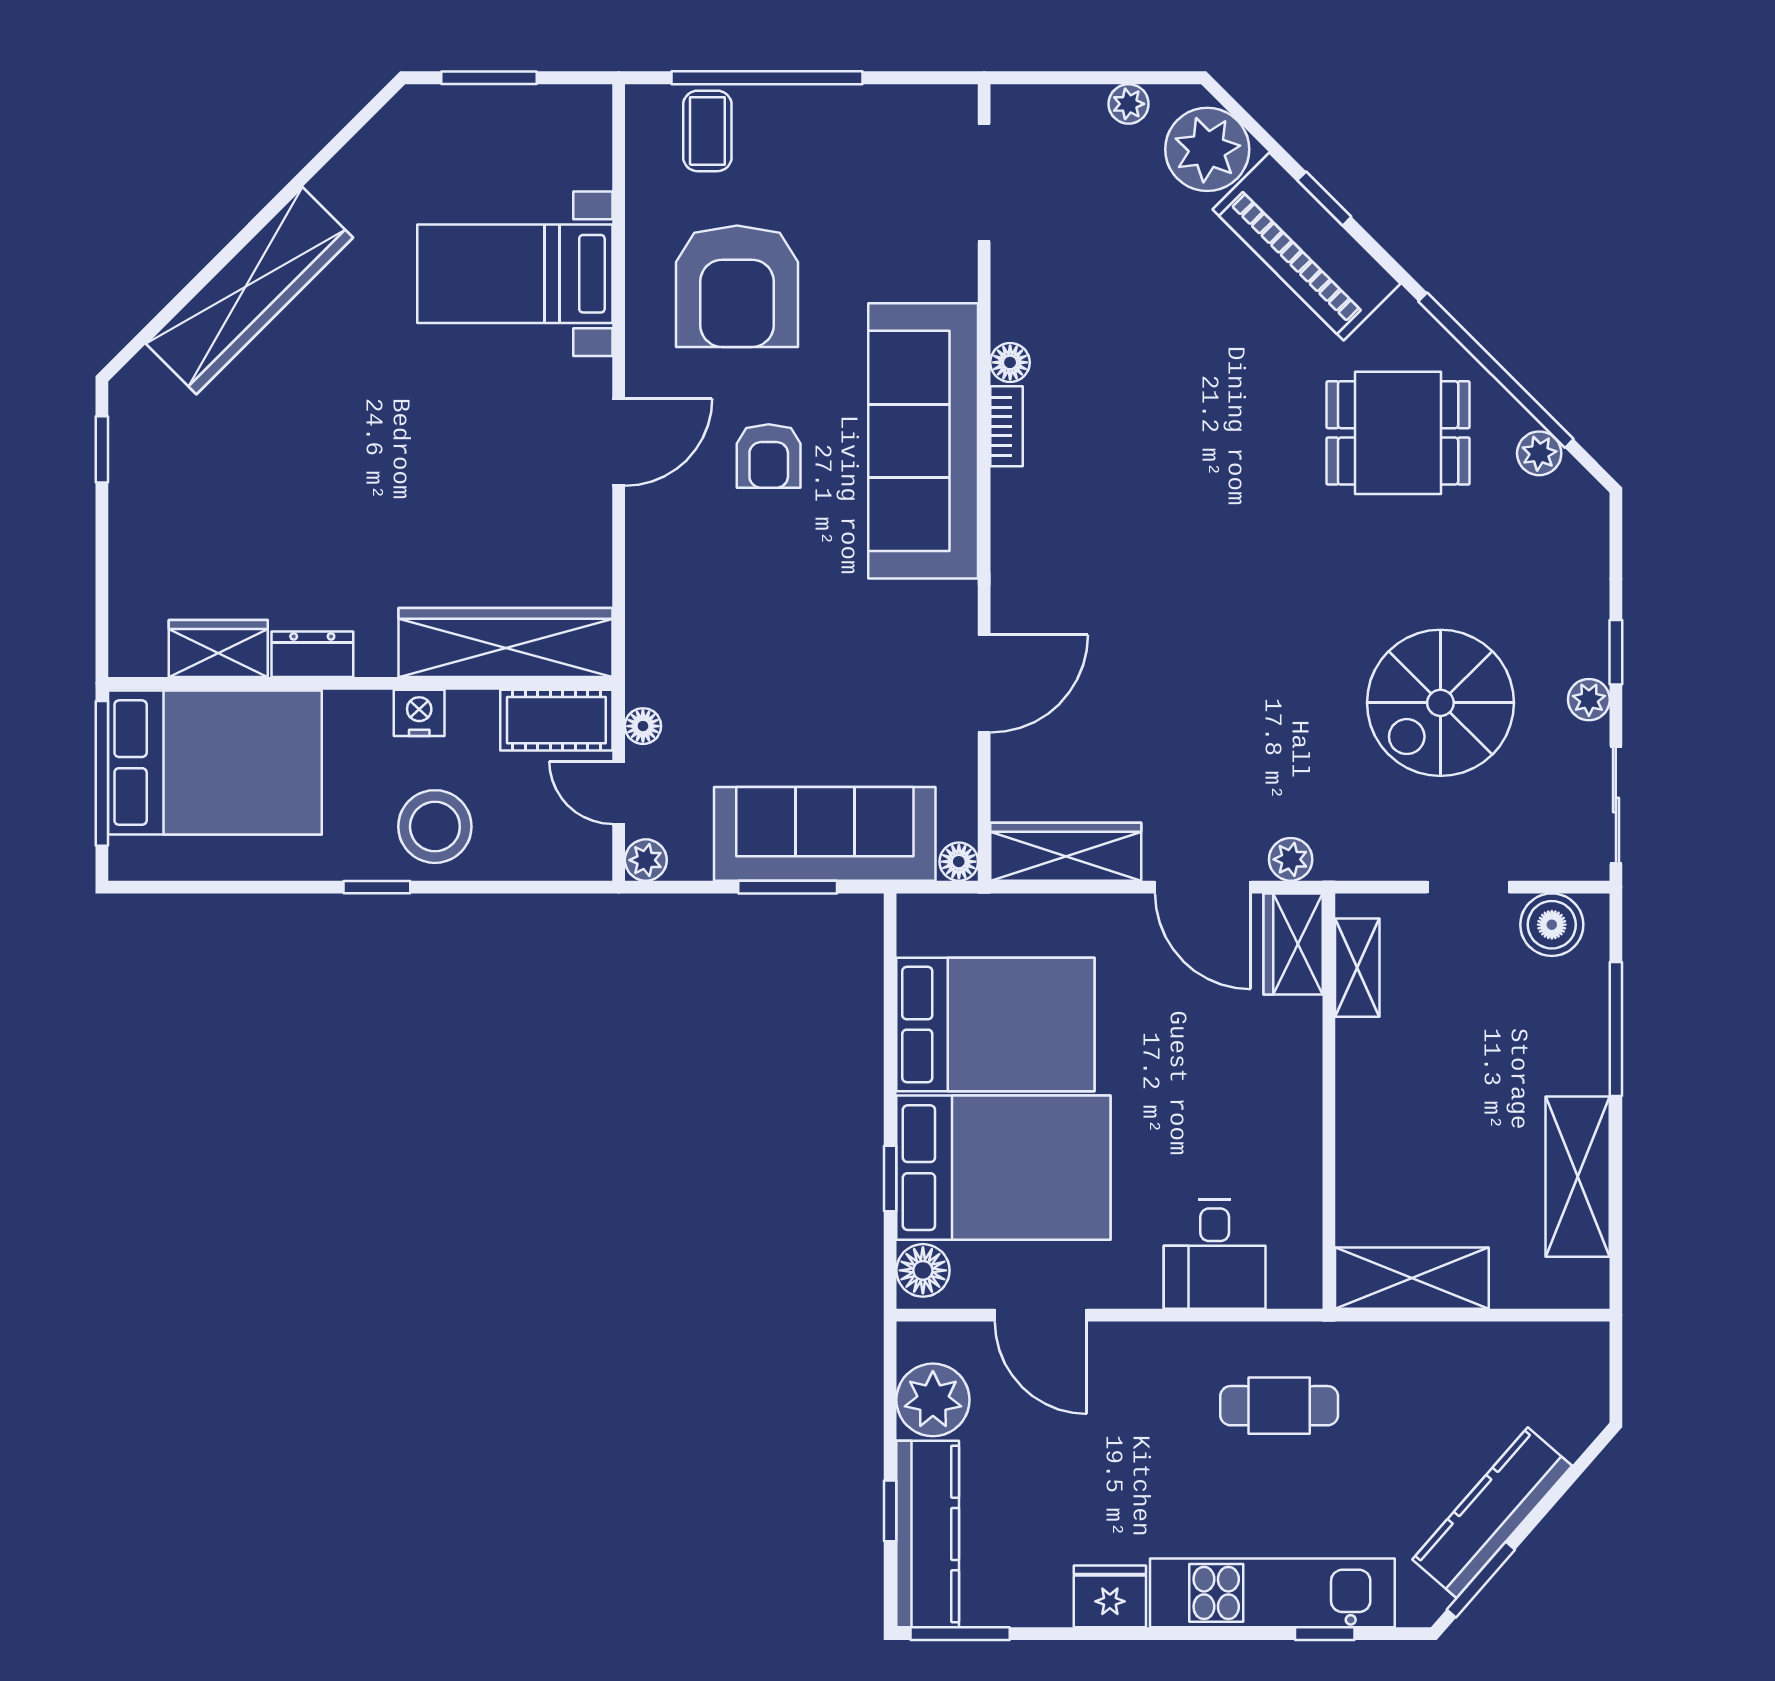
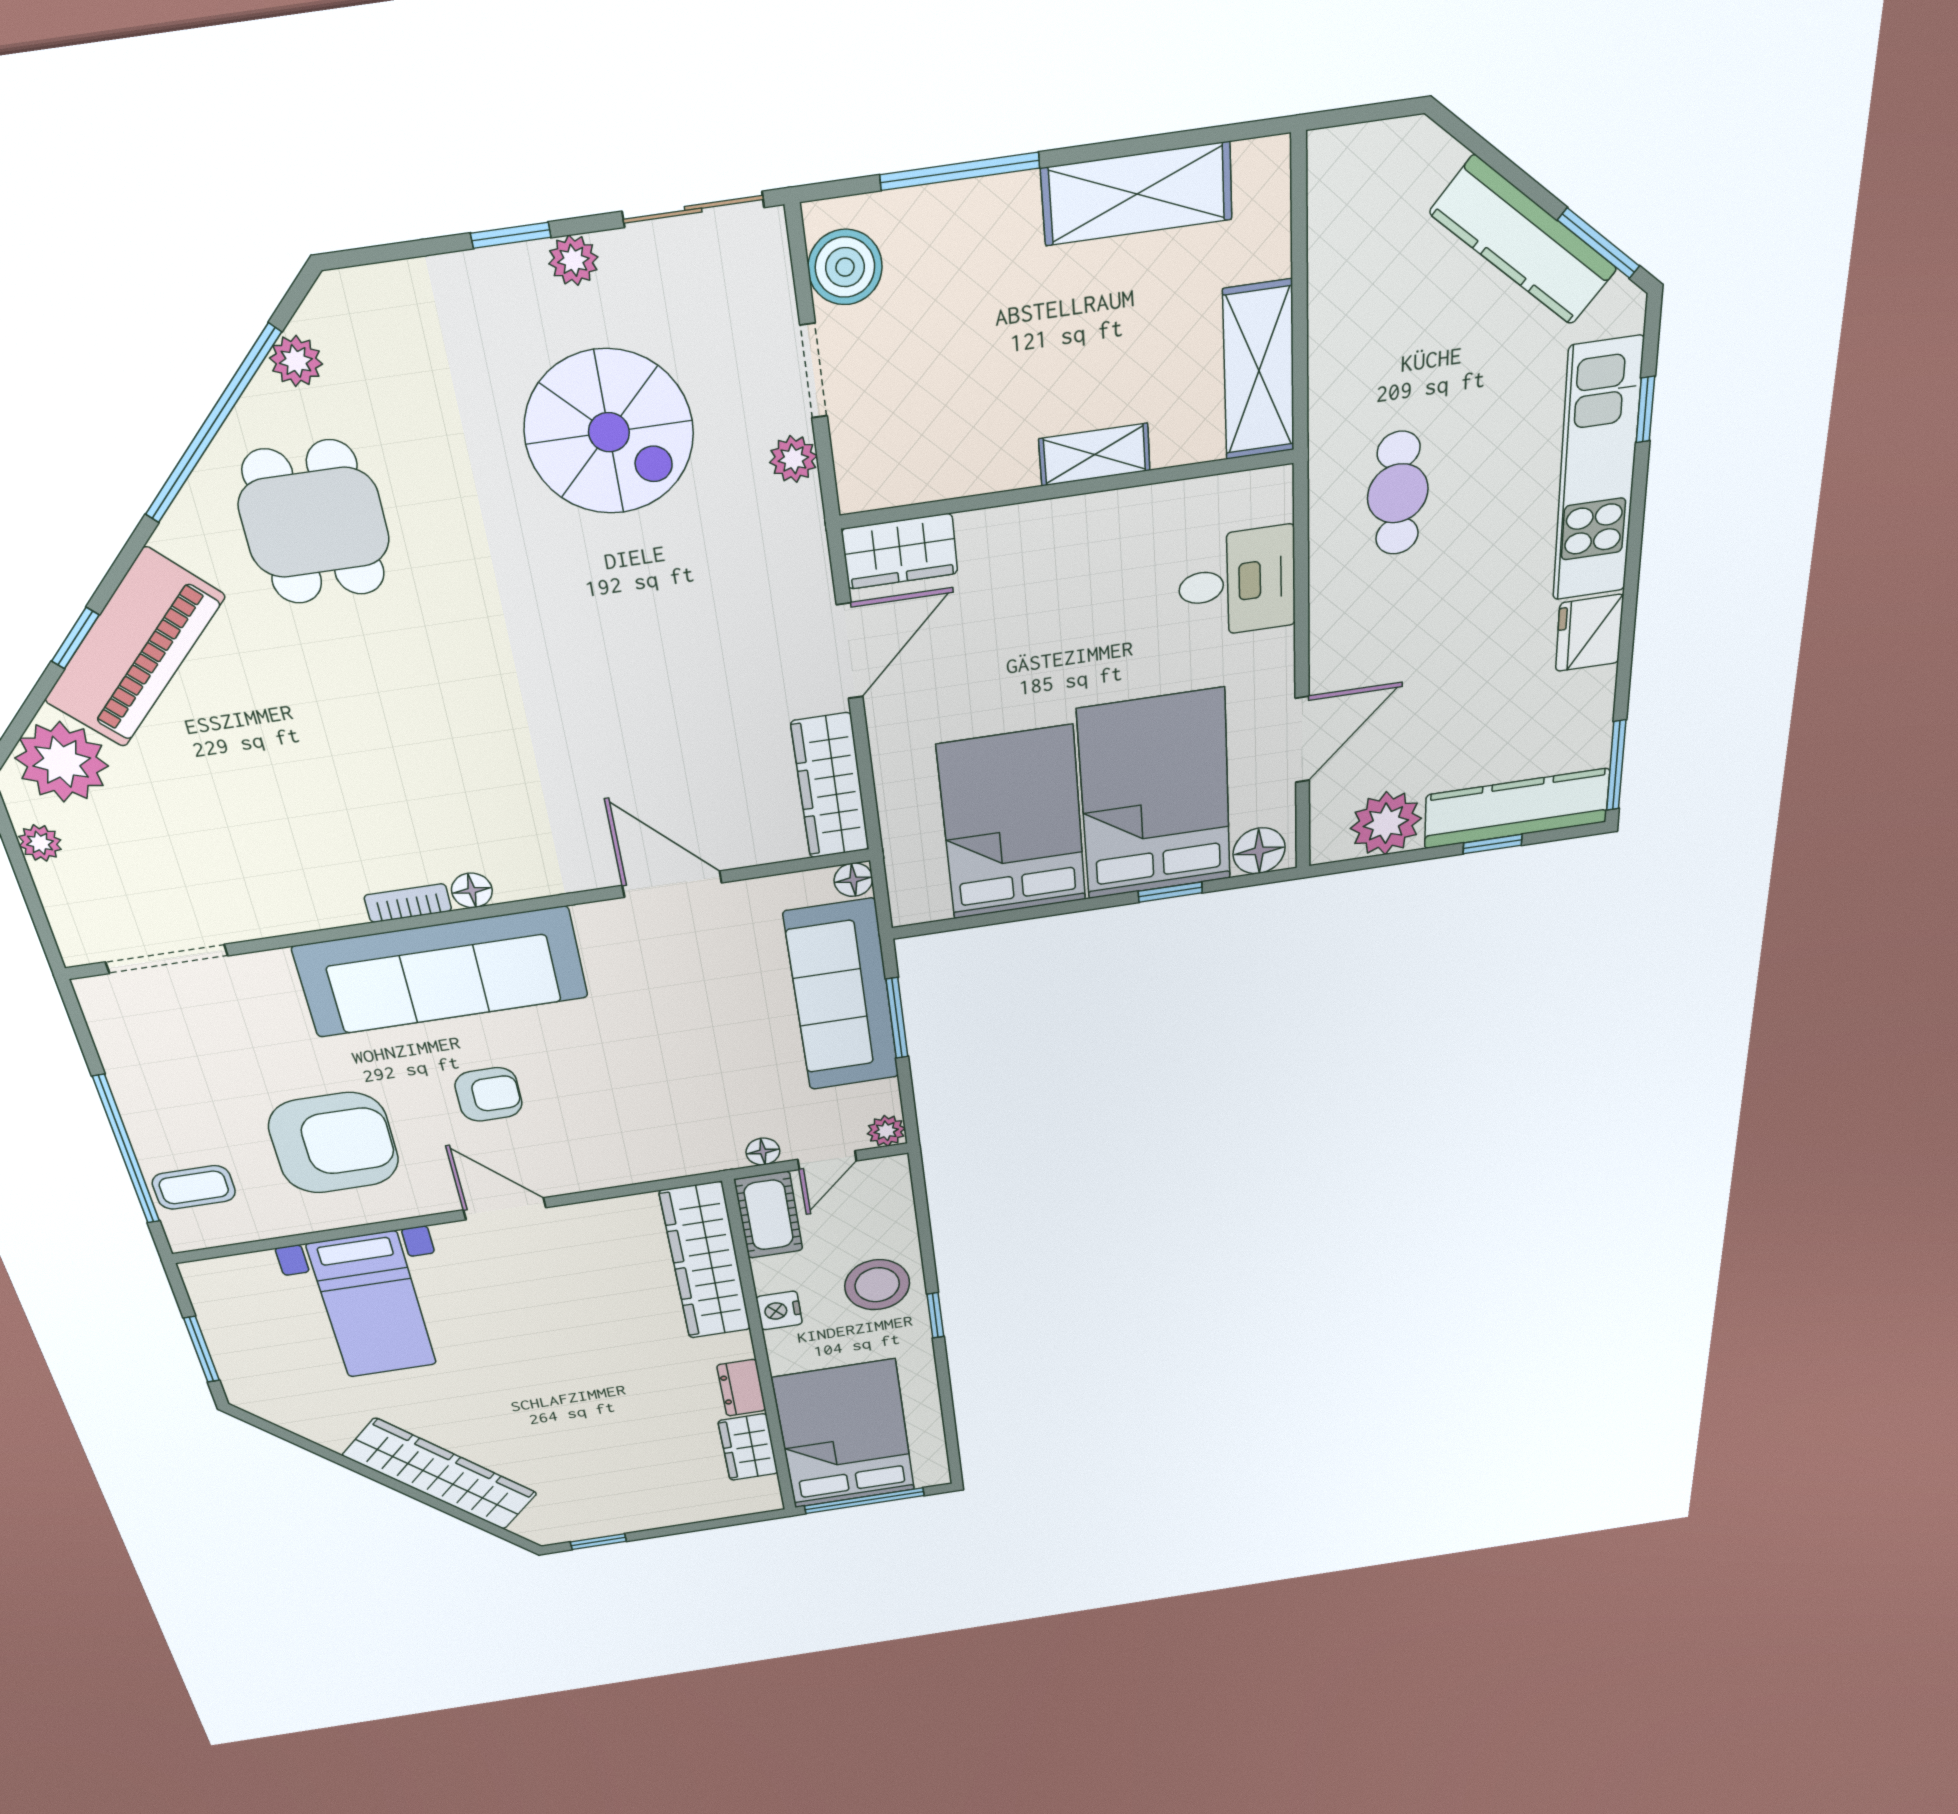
floor lamp: (1010, 362) -> (472, 890), moved
plant: (1291, 859) -> (793, 459), moved
shelving: (1357, 968) -> (1094, 455), moved

